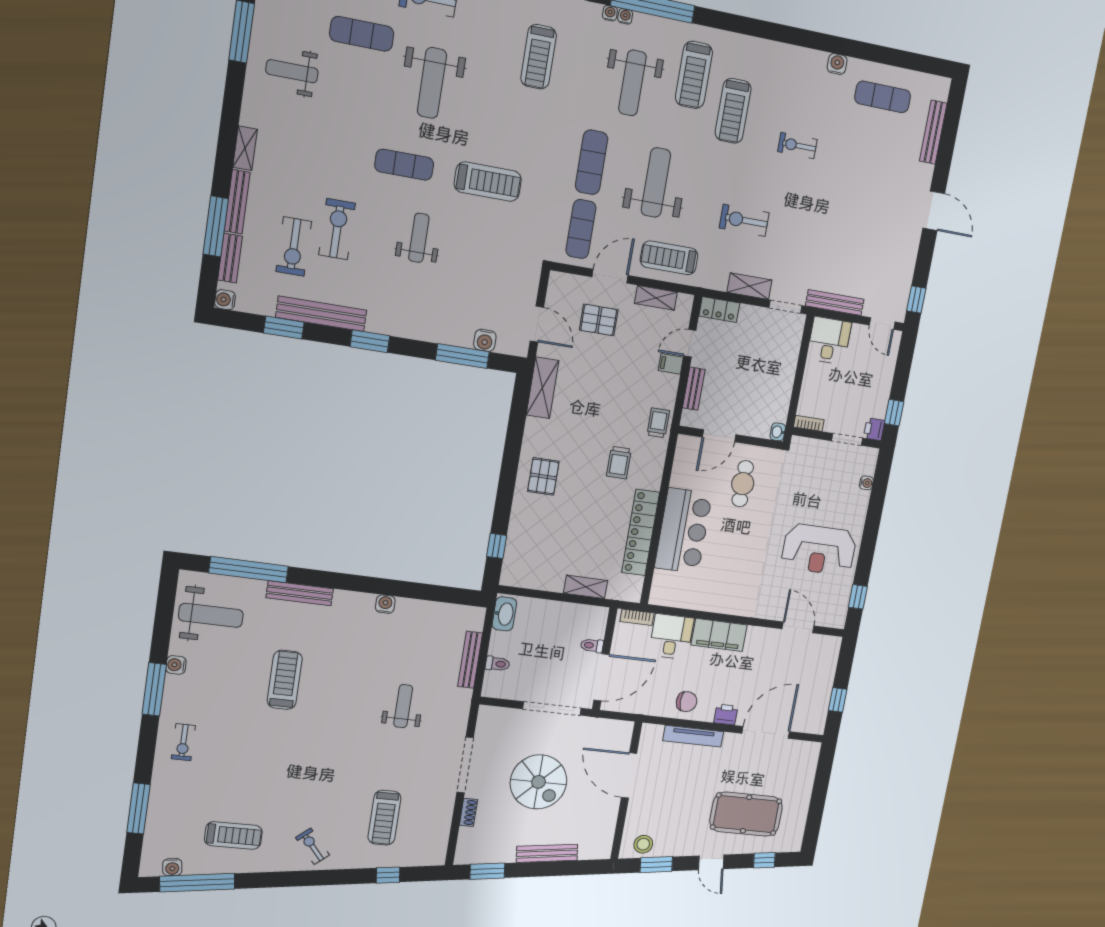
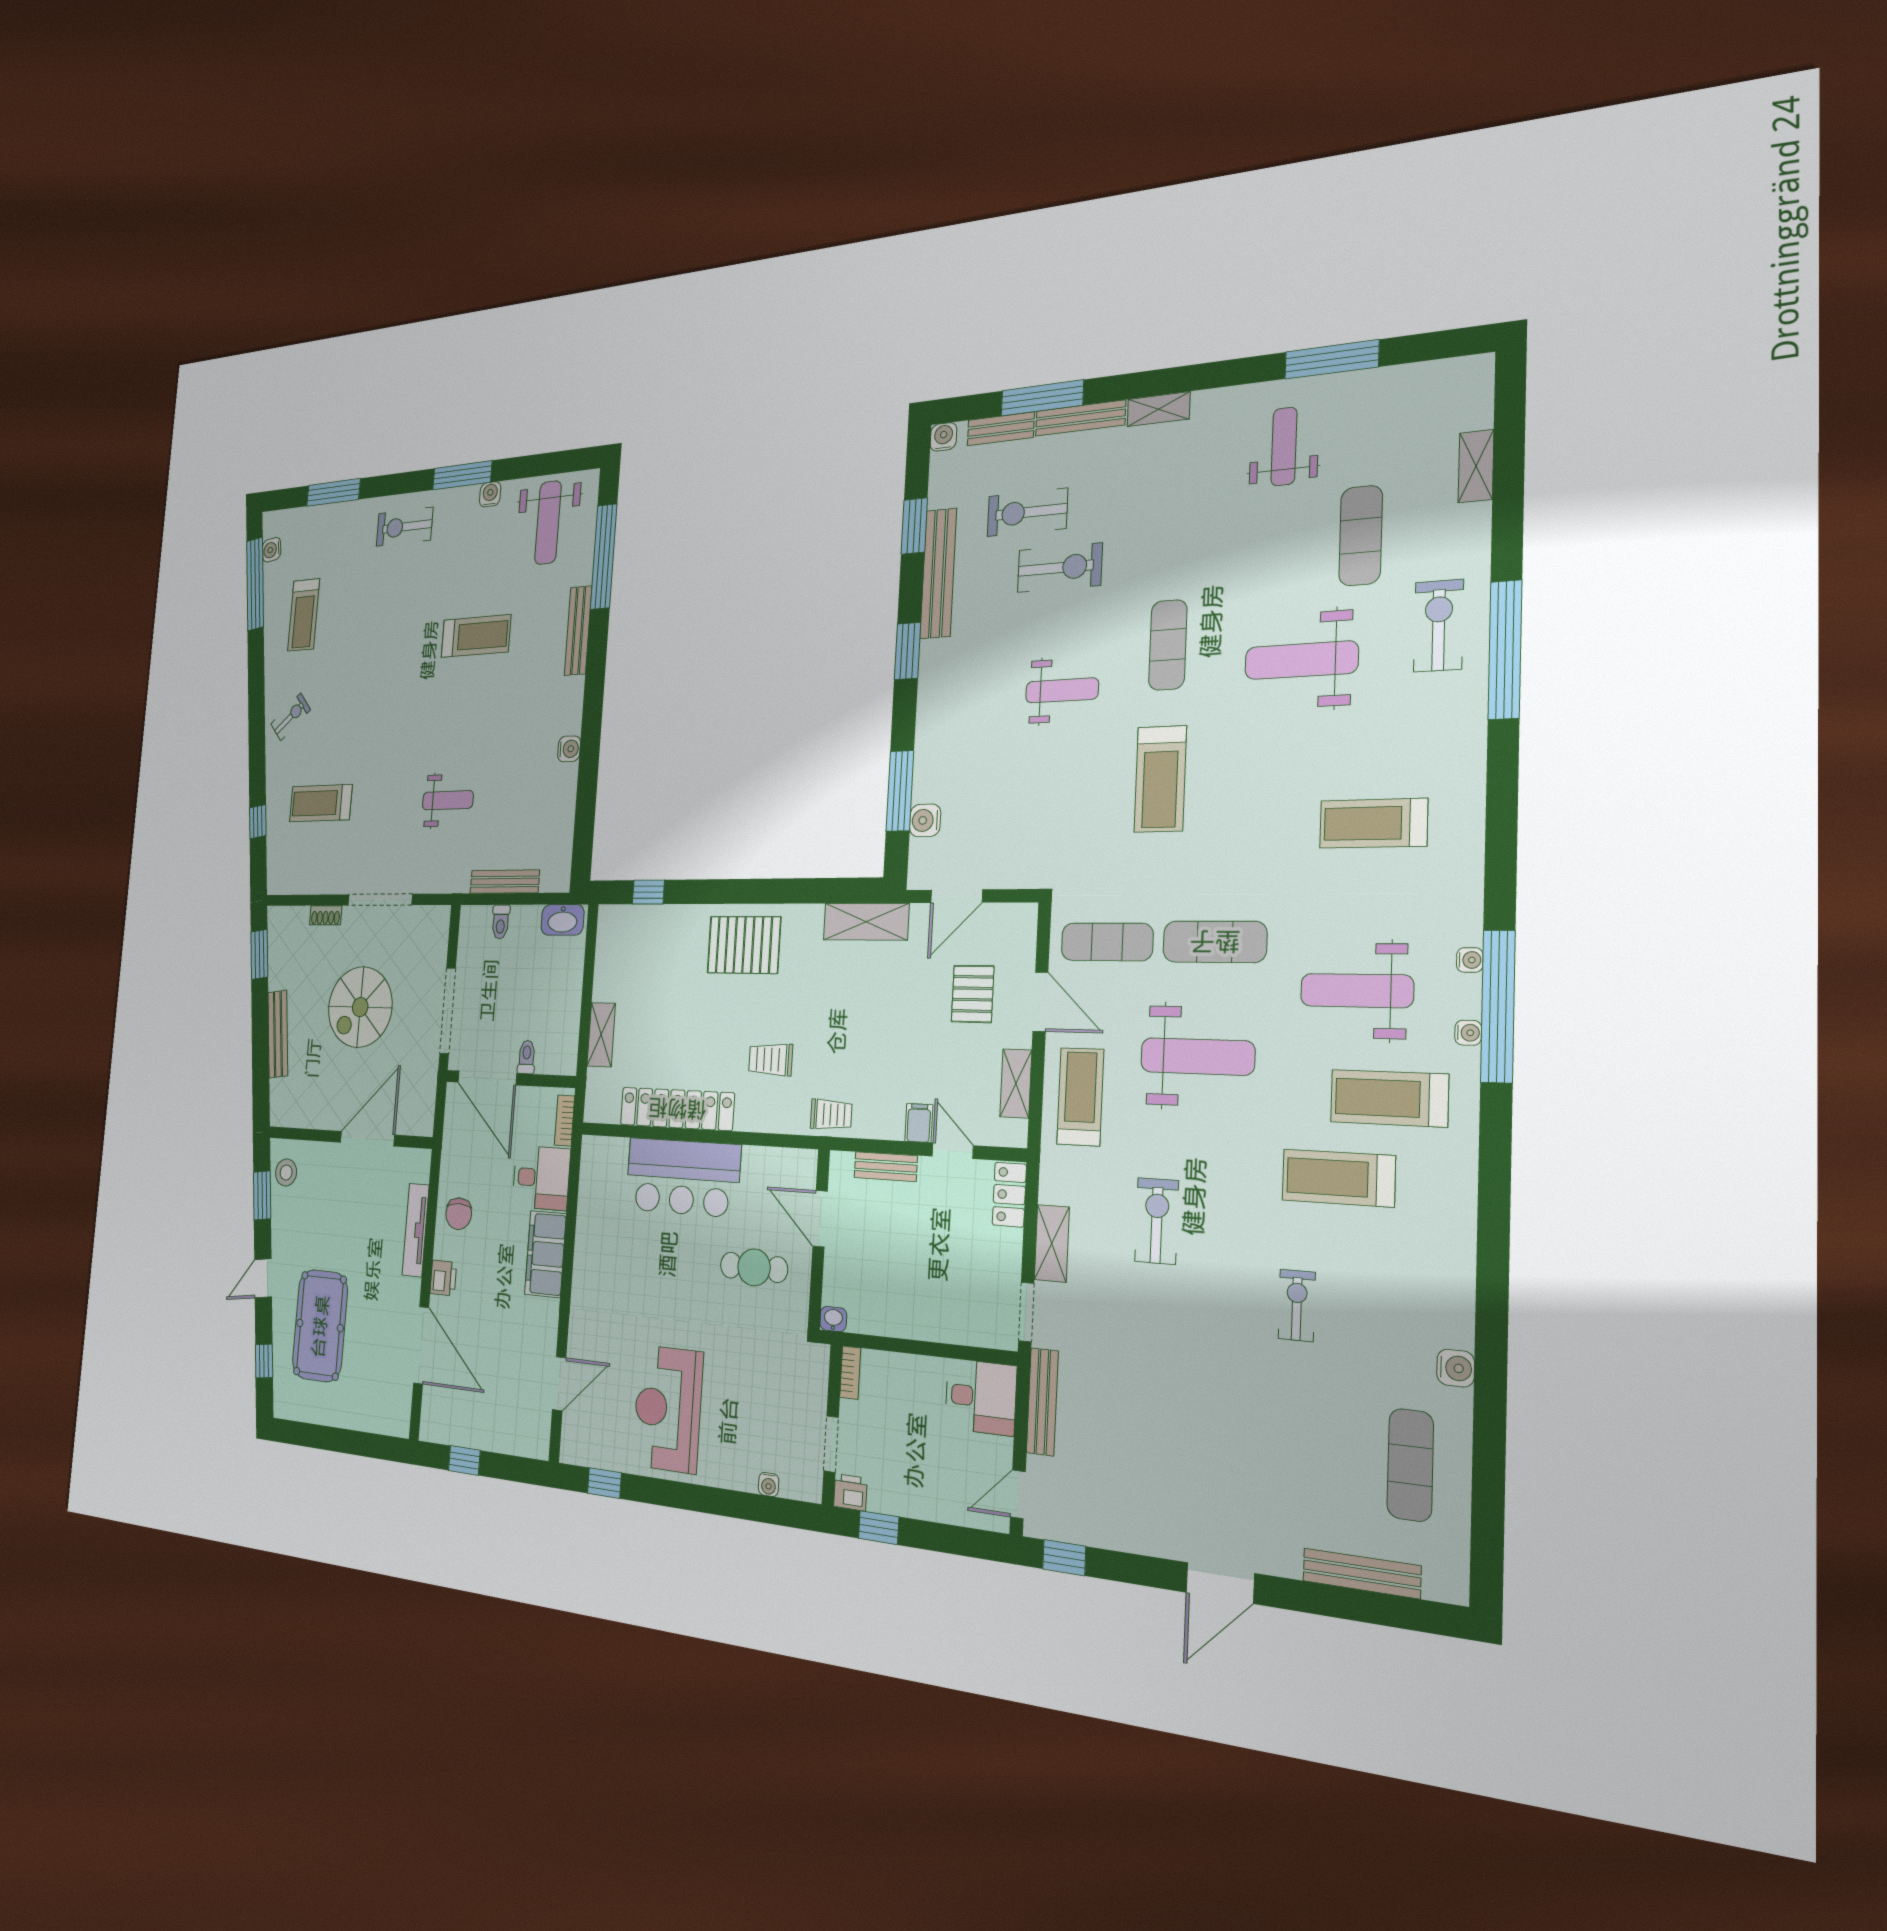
water cooler: (610, 13) -> (1468, 1033), moved
pallet: (543, 476) -> (744, 945), width x1.50, depth x1.42
exercise bike: (183, 742) -> (404, 527), width x1.38, depth x1.39

